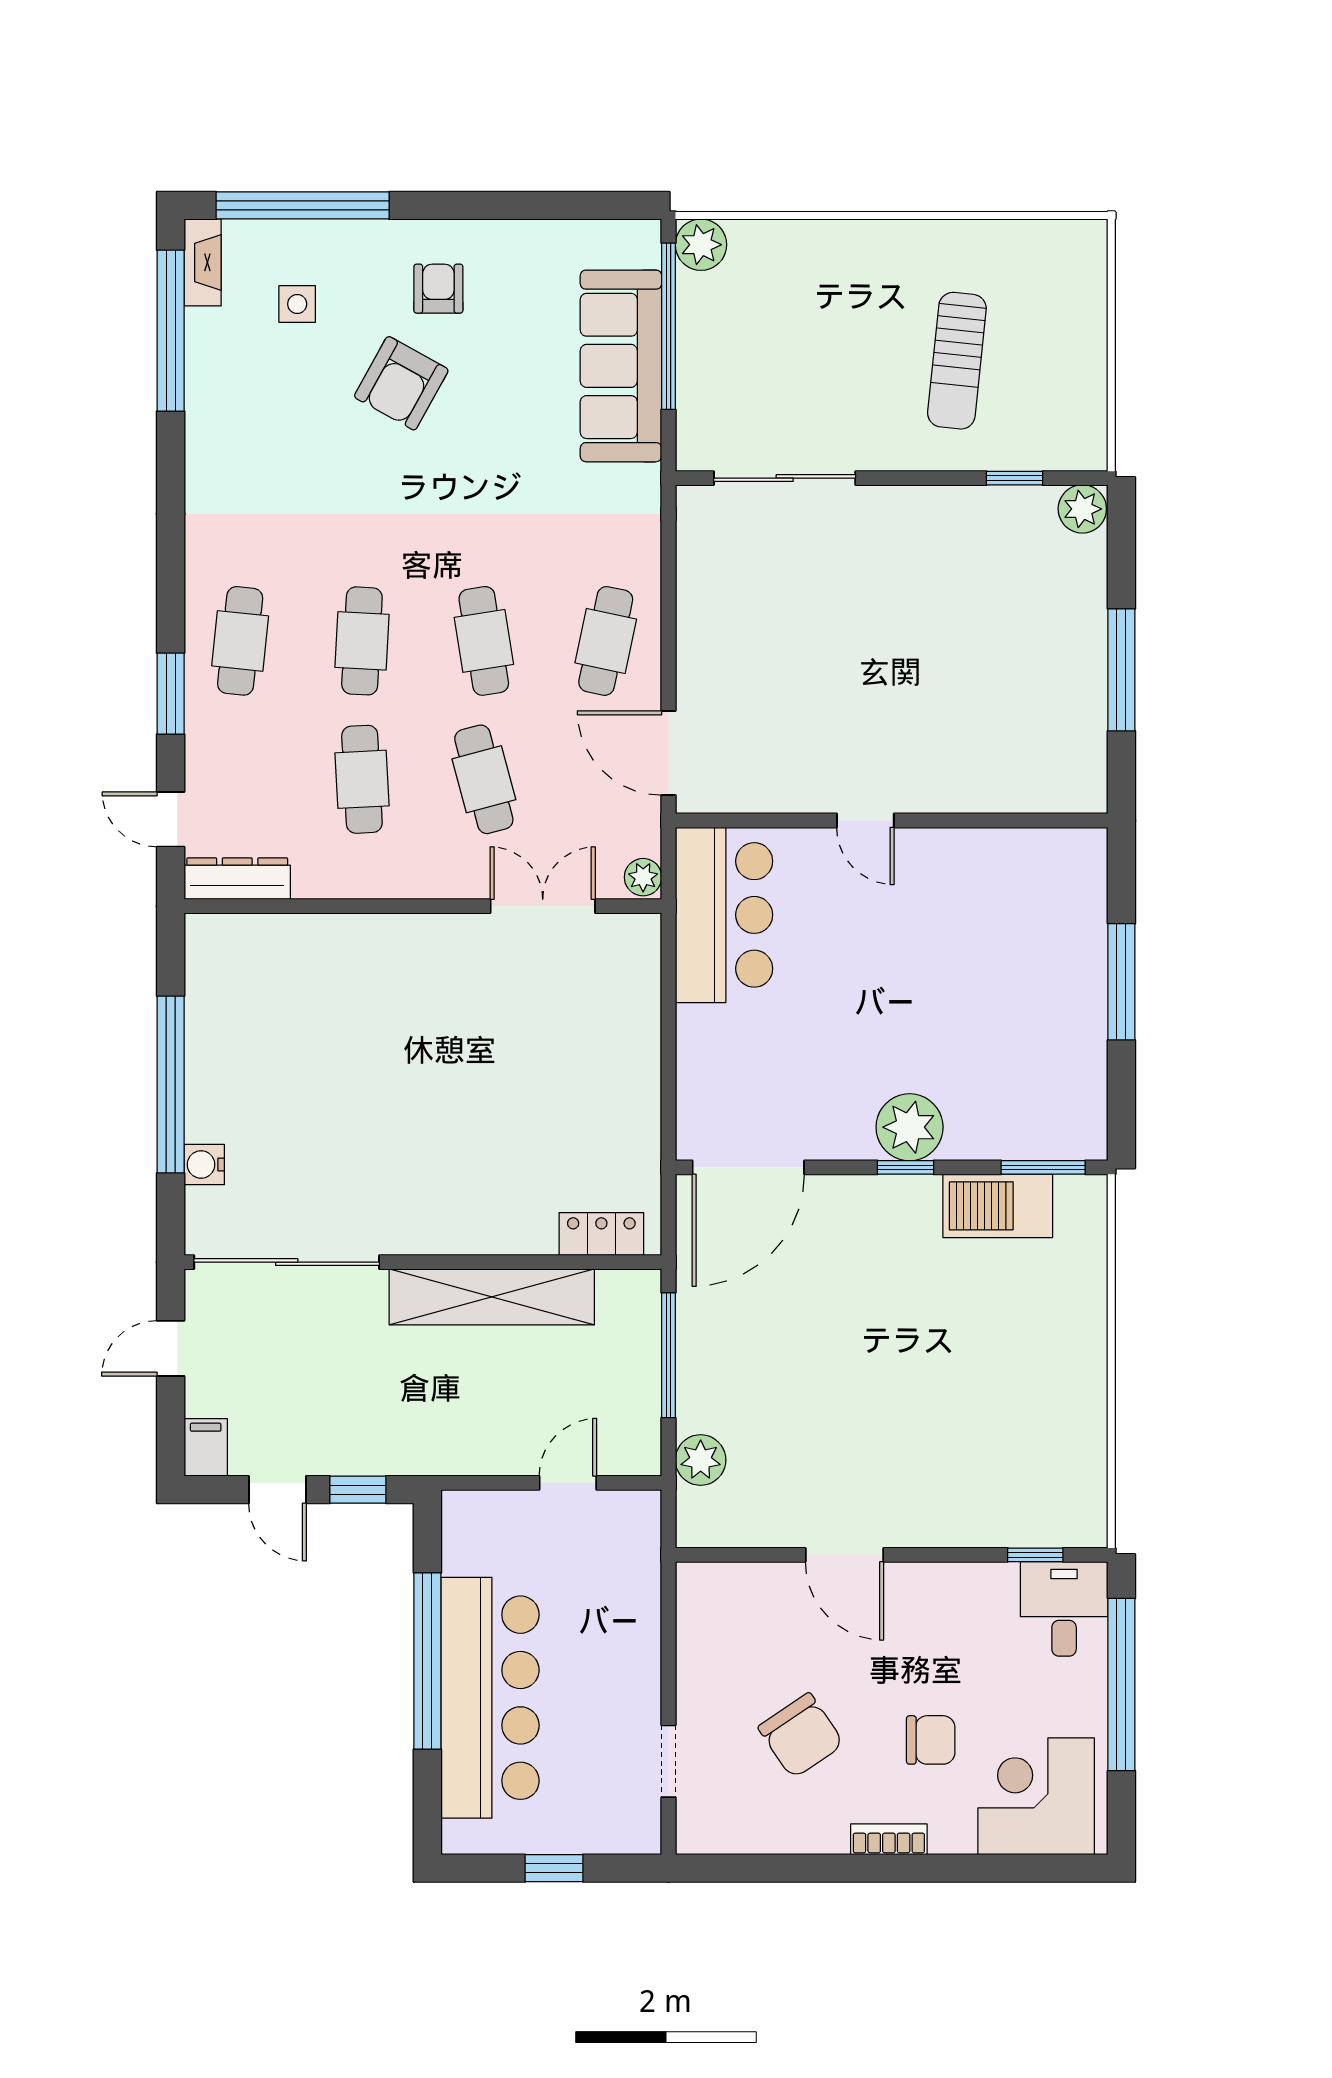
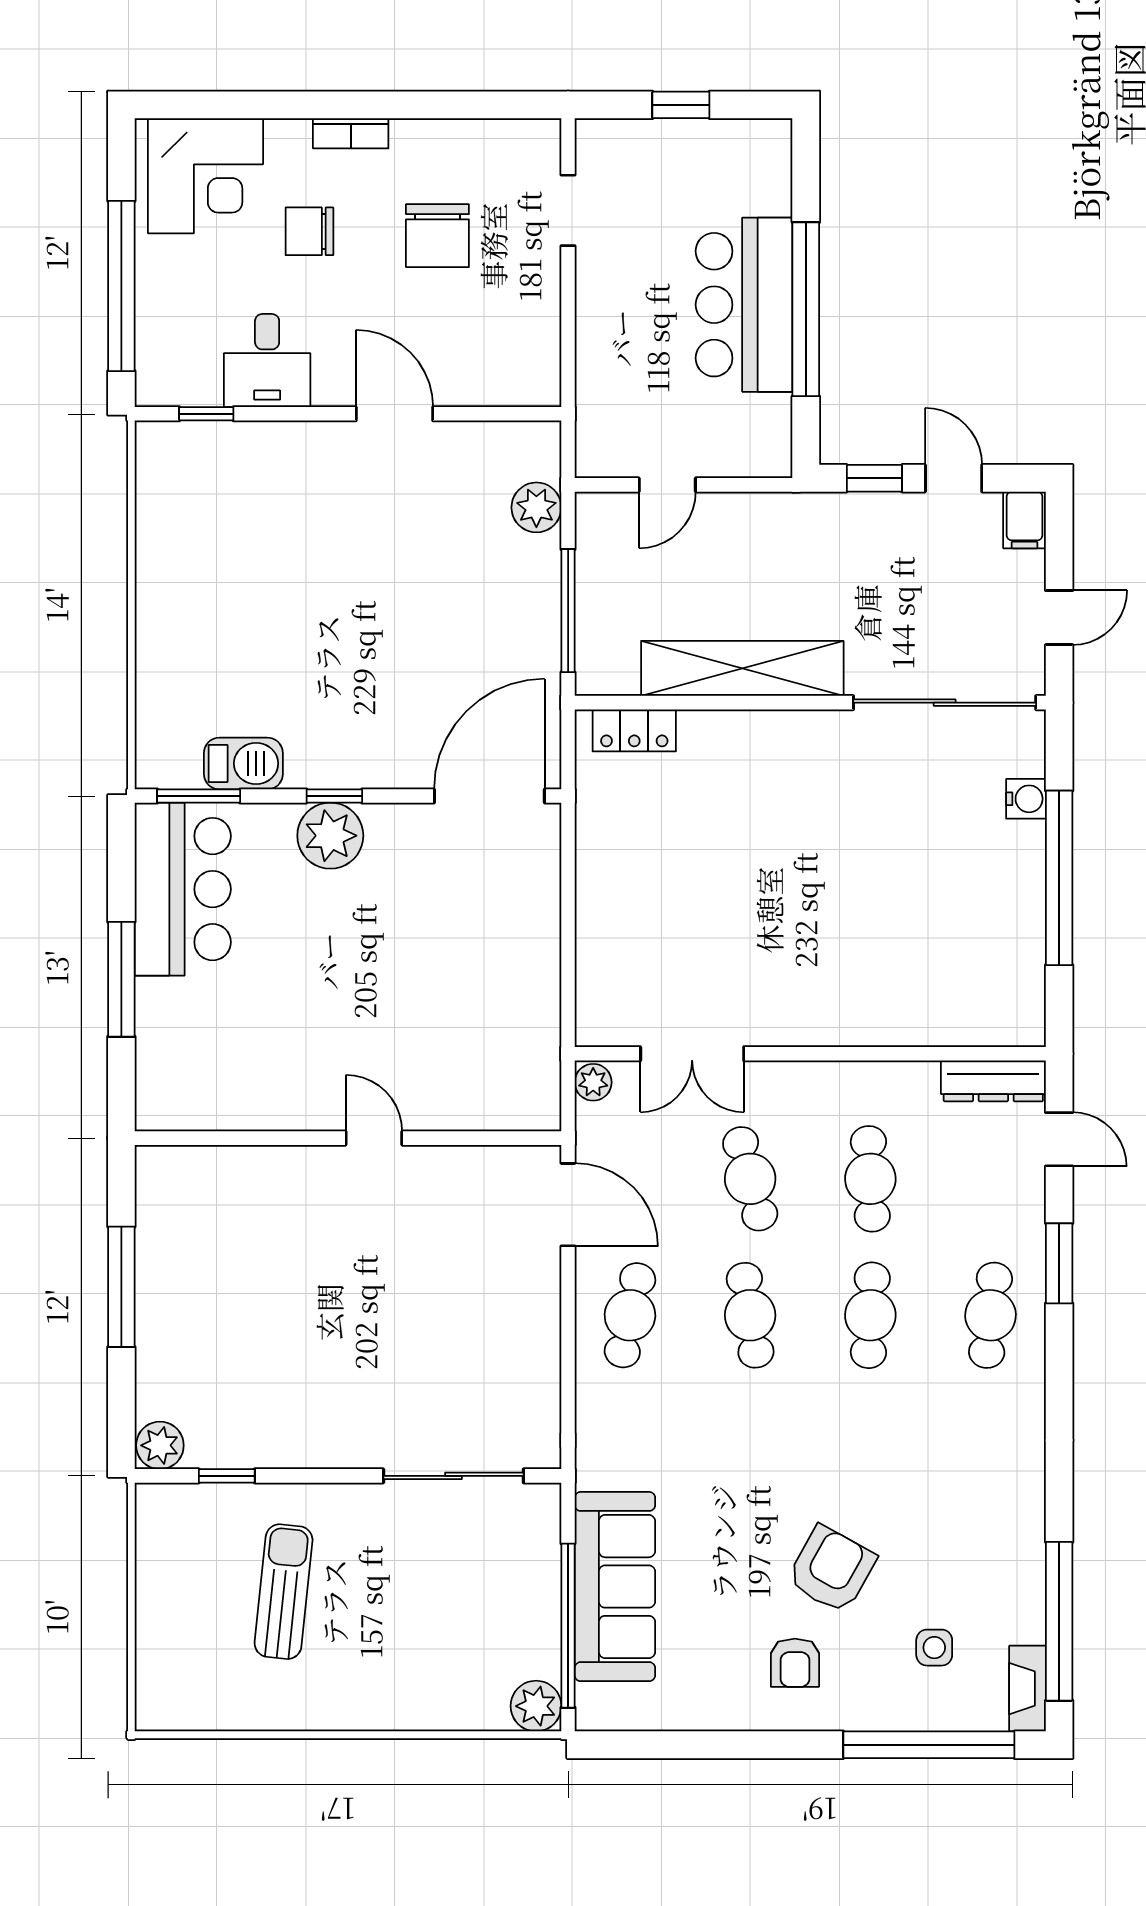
bar counter: (724, 915) -> (183, 889), moved, turned 180
barbecue: (998, 1206) -> (243, 763), width x0.73, depth x0.83
desk: (1064, 1609) -> (267, 361), moved
bar counter: (490, 1698) -> (744, 305), width x0.73
chair: (801, 1736) -> (437, 236), turned -146

